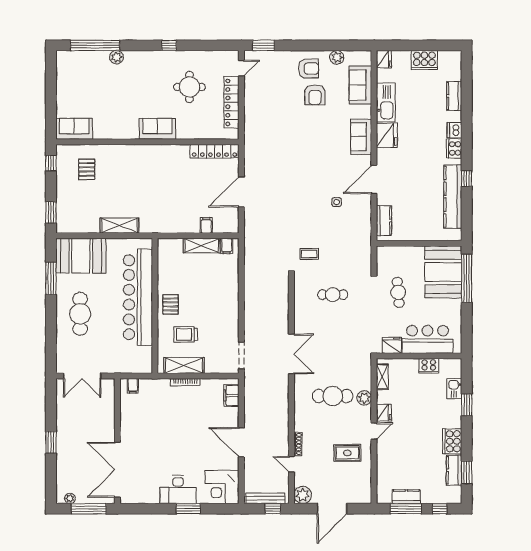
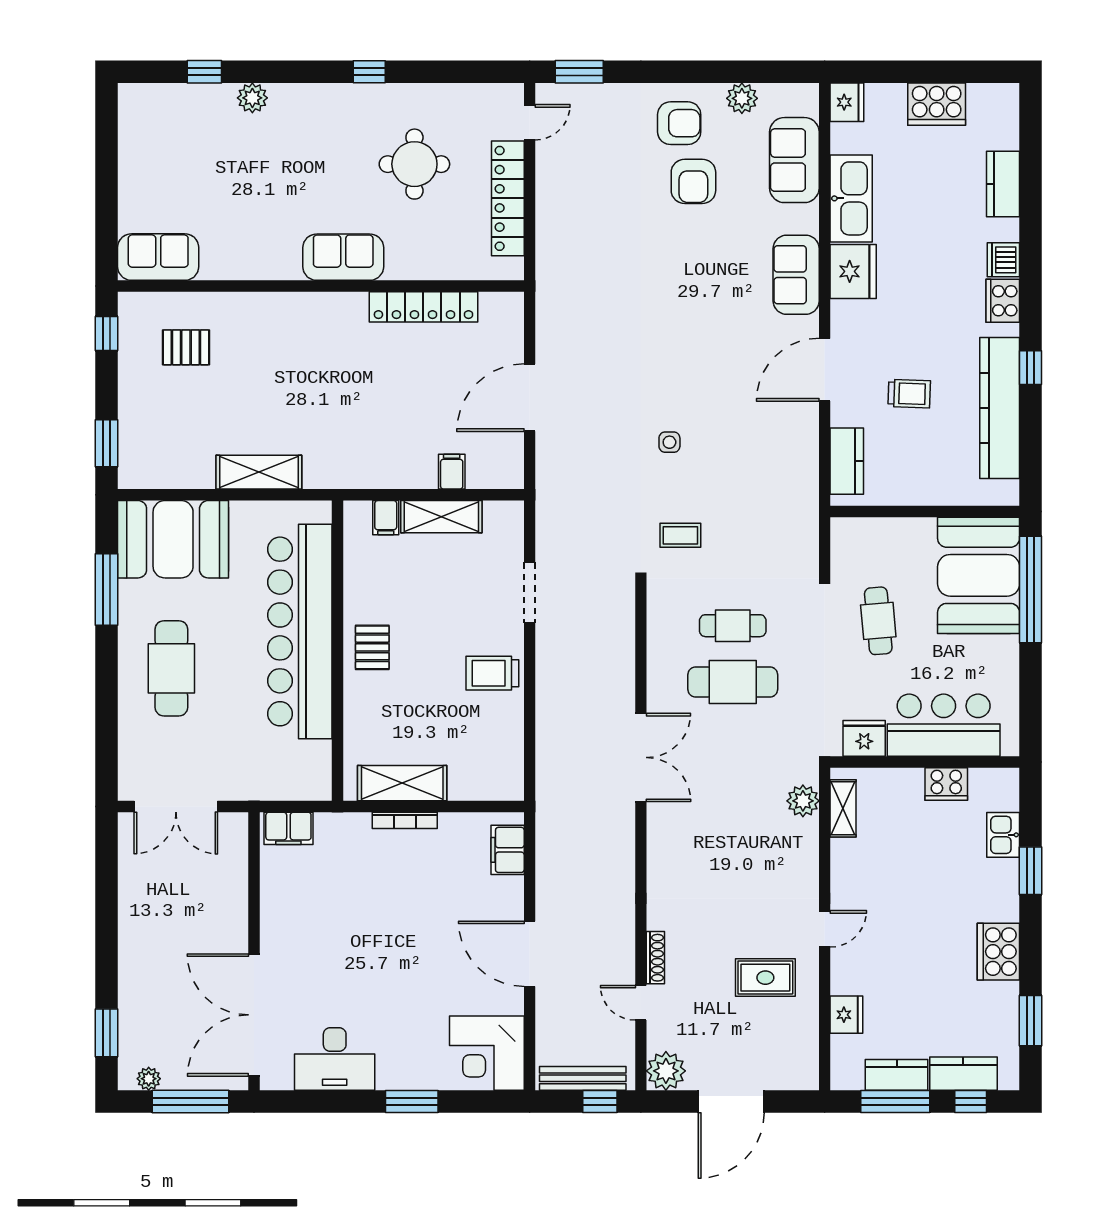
window: (95, 45) -> (204, 72), width x0.32
locker: (214, 151) -> (423, 307), moved
pallet: (87, 169) -> (186, 347), turned 90
trolley: (412, 190) -> (909, 394), added
side table: (337, 202) -> (669, 442), moved
filing cabinet: (227, 246) -> (386, 518), moved
trolley: (186, 334) -> (492, 673), moved
doorway: (241, 355) -> (530, 593), moved
filing cabinet: (133, 386) -> (288, 828), width x2.00
cafe table: (333, 396) -> (733, 682), moved
plant: (364, 398) -> (803, 801), moved
fridge: (384, 413) -> (846, 1015), moved
window: (51, 442) -> (107, 1033), moved
kitchen counter: (454, 470) -> (963, 1074), moved, turned 90
desk: (178, 490) -> (335, 1059), moved

